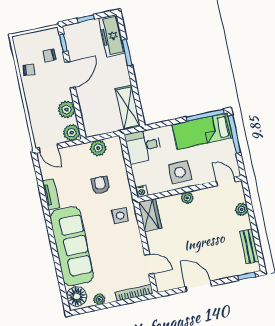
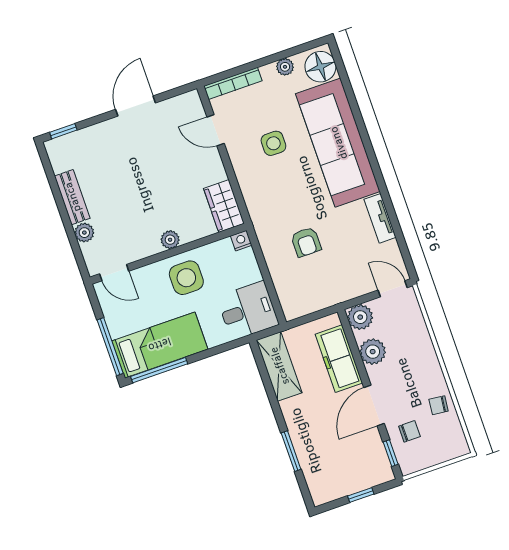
freezer: (112, 36) -> (339, 359), moved, turned 180
plant: (98, 148) -> (317, 299), removed
side table: (120, 216) -> (273, 143), moved
bench: (249, 246) -> (72, 197), moved
door: (198, 286) -> (135, 106), swing flipped

